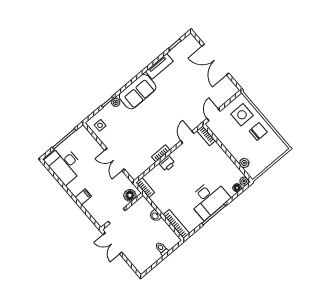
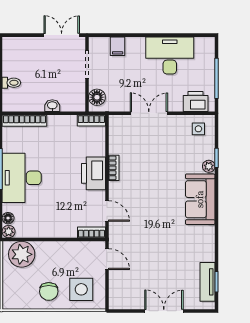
double door: (215, 60) -> (164, 311), width x0.73
tv unit: (159, 66) -> (208, 282), moved
printer: (86, 140) -> (196, 101), added
printer: (167, 163) -> (93, 173), width x1.87, depth x1.48
plant: (244, 163) -> (22, 254), width x1.87, depth x1.87
desk: (64, 164) -> (170, 55), moved
filing cabinet: (83, 197) -> (118, 46), moved

